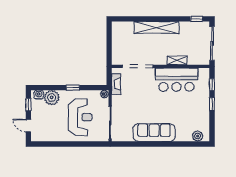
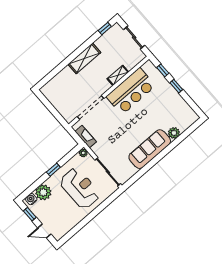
shelving: (157, 28) -> (84, 58), width x0.68
sliding door: (212, 44) -> (134, 38), width x0.73
plant: (198, 136) -> (174, 133), moved

